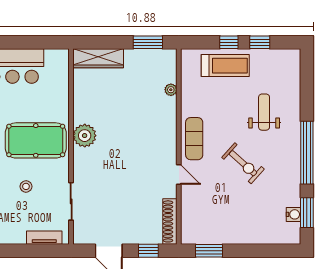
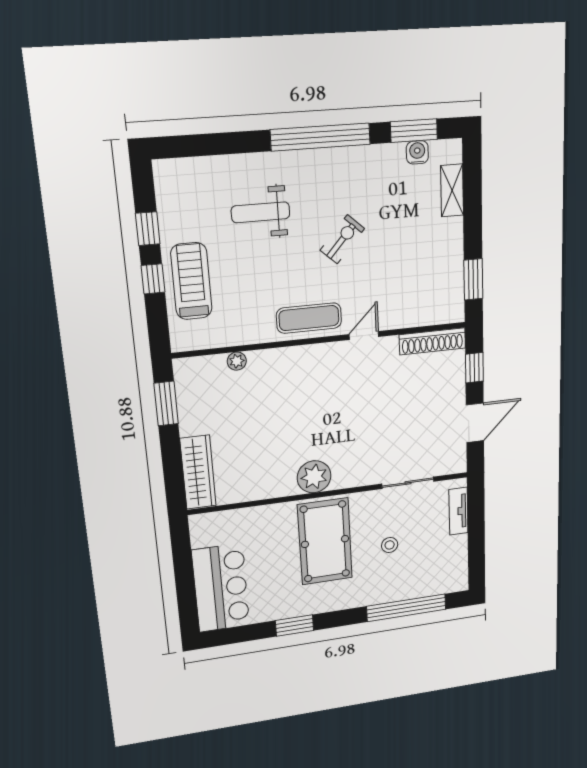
exercise bike: (243, 163) -> (342, 239), width x0.73, depth x0.72
shelving: (268, 237) -> (452, 190), added

